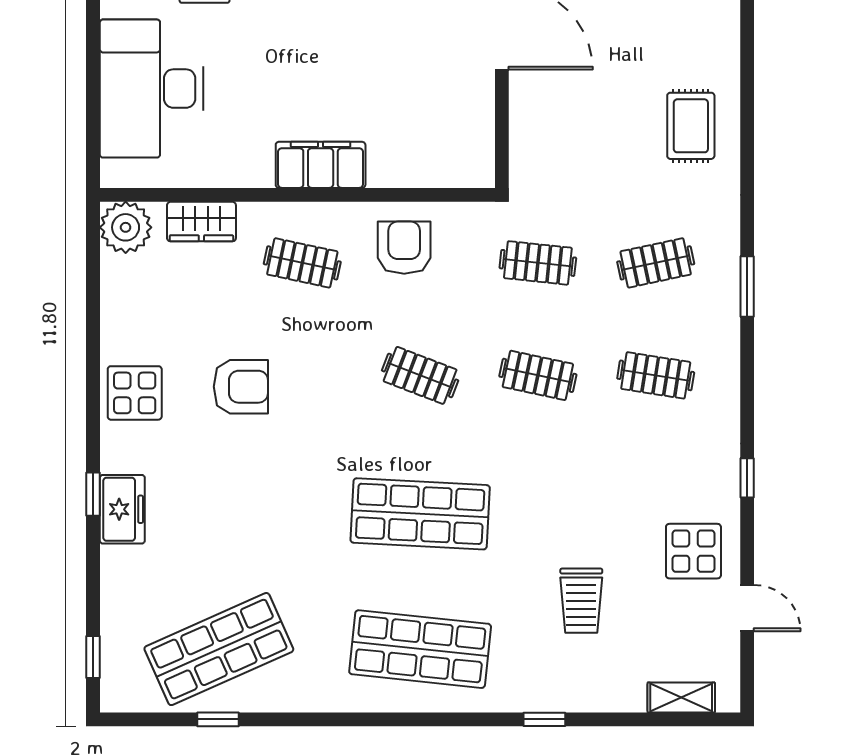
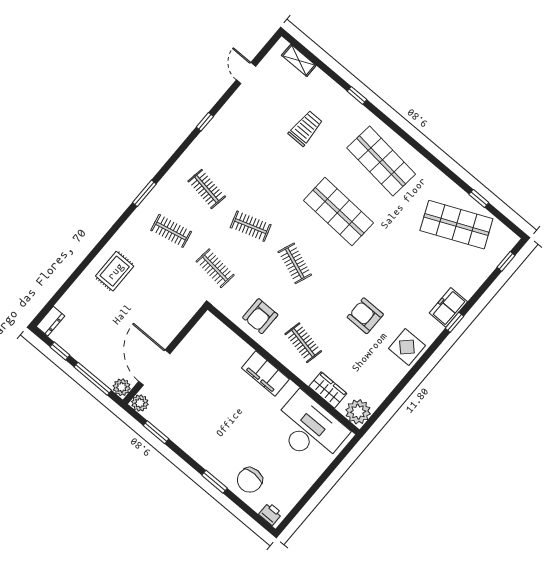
desk: (152, 89) -> (309, 429), moved, turned -90
clothes rail: (538, 375) -> (251, 226), turned -30
display table: (693, 551) -> (248, 111), removed

